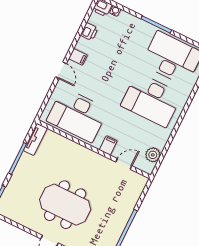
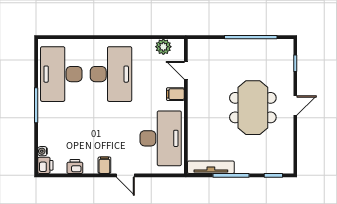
door: (61, 70) -> (125, 175), swing flipped
tv unit: (35, 139) -> (211, 167), width x1.41

